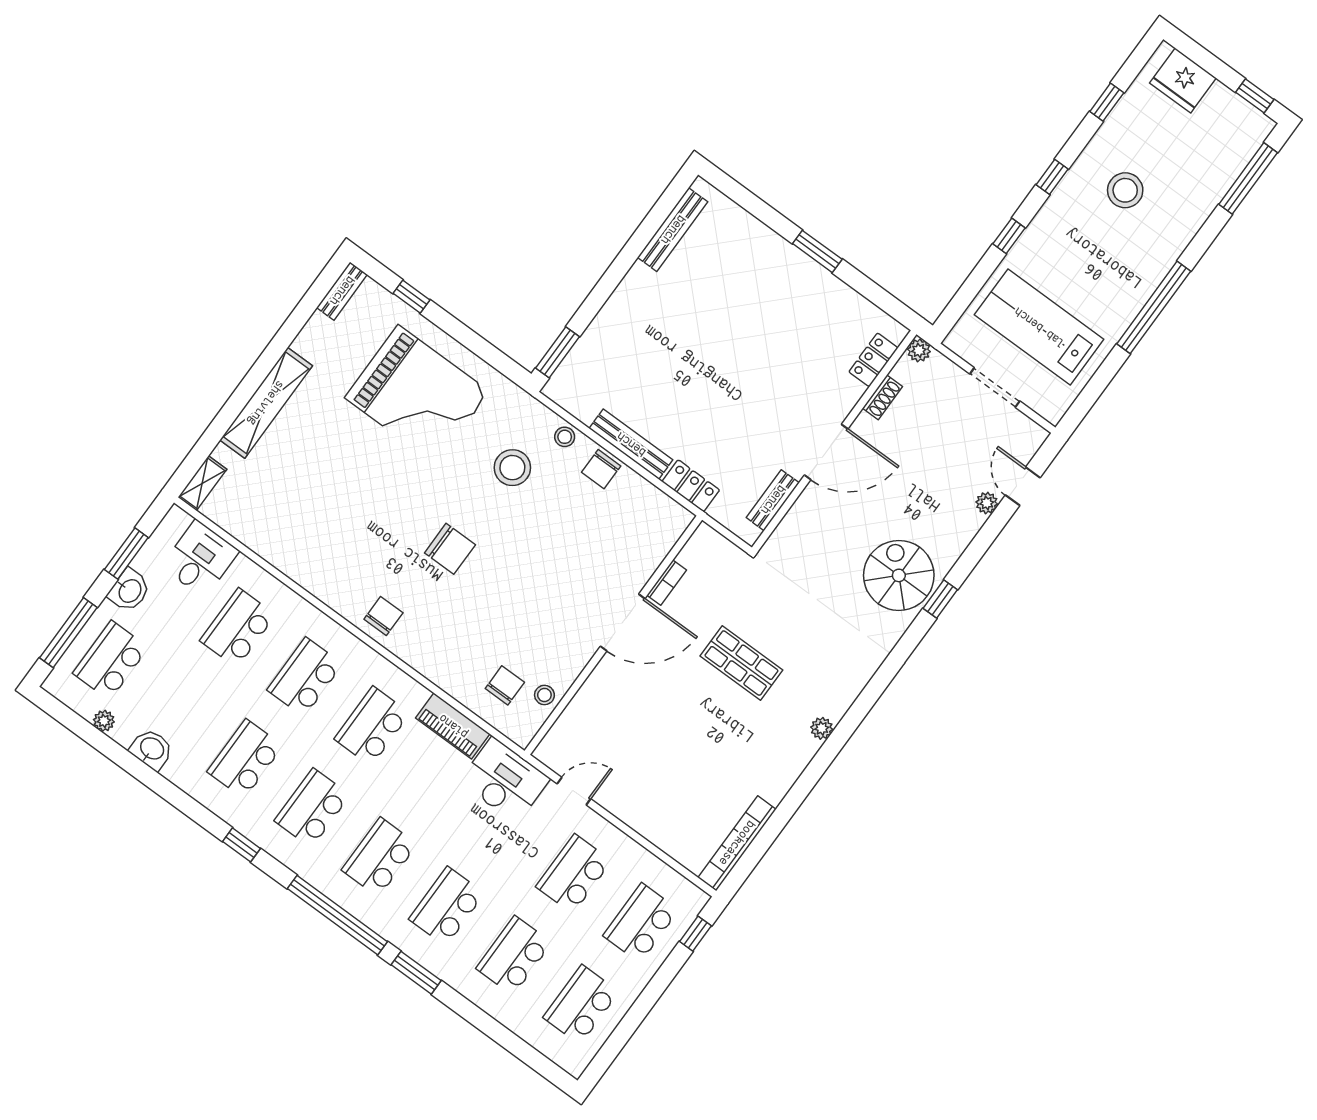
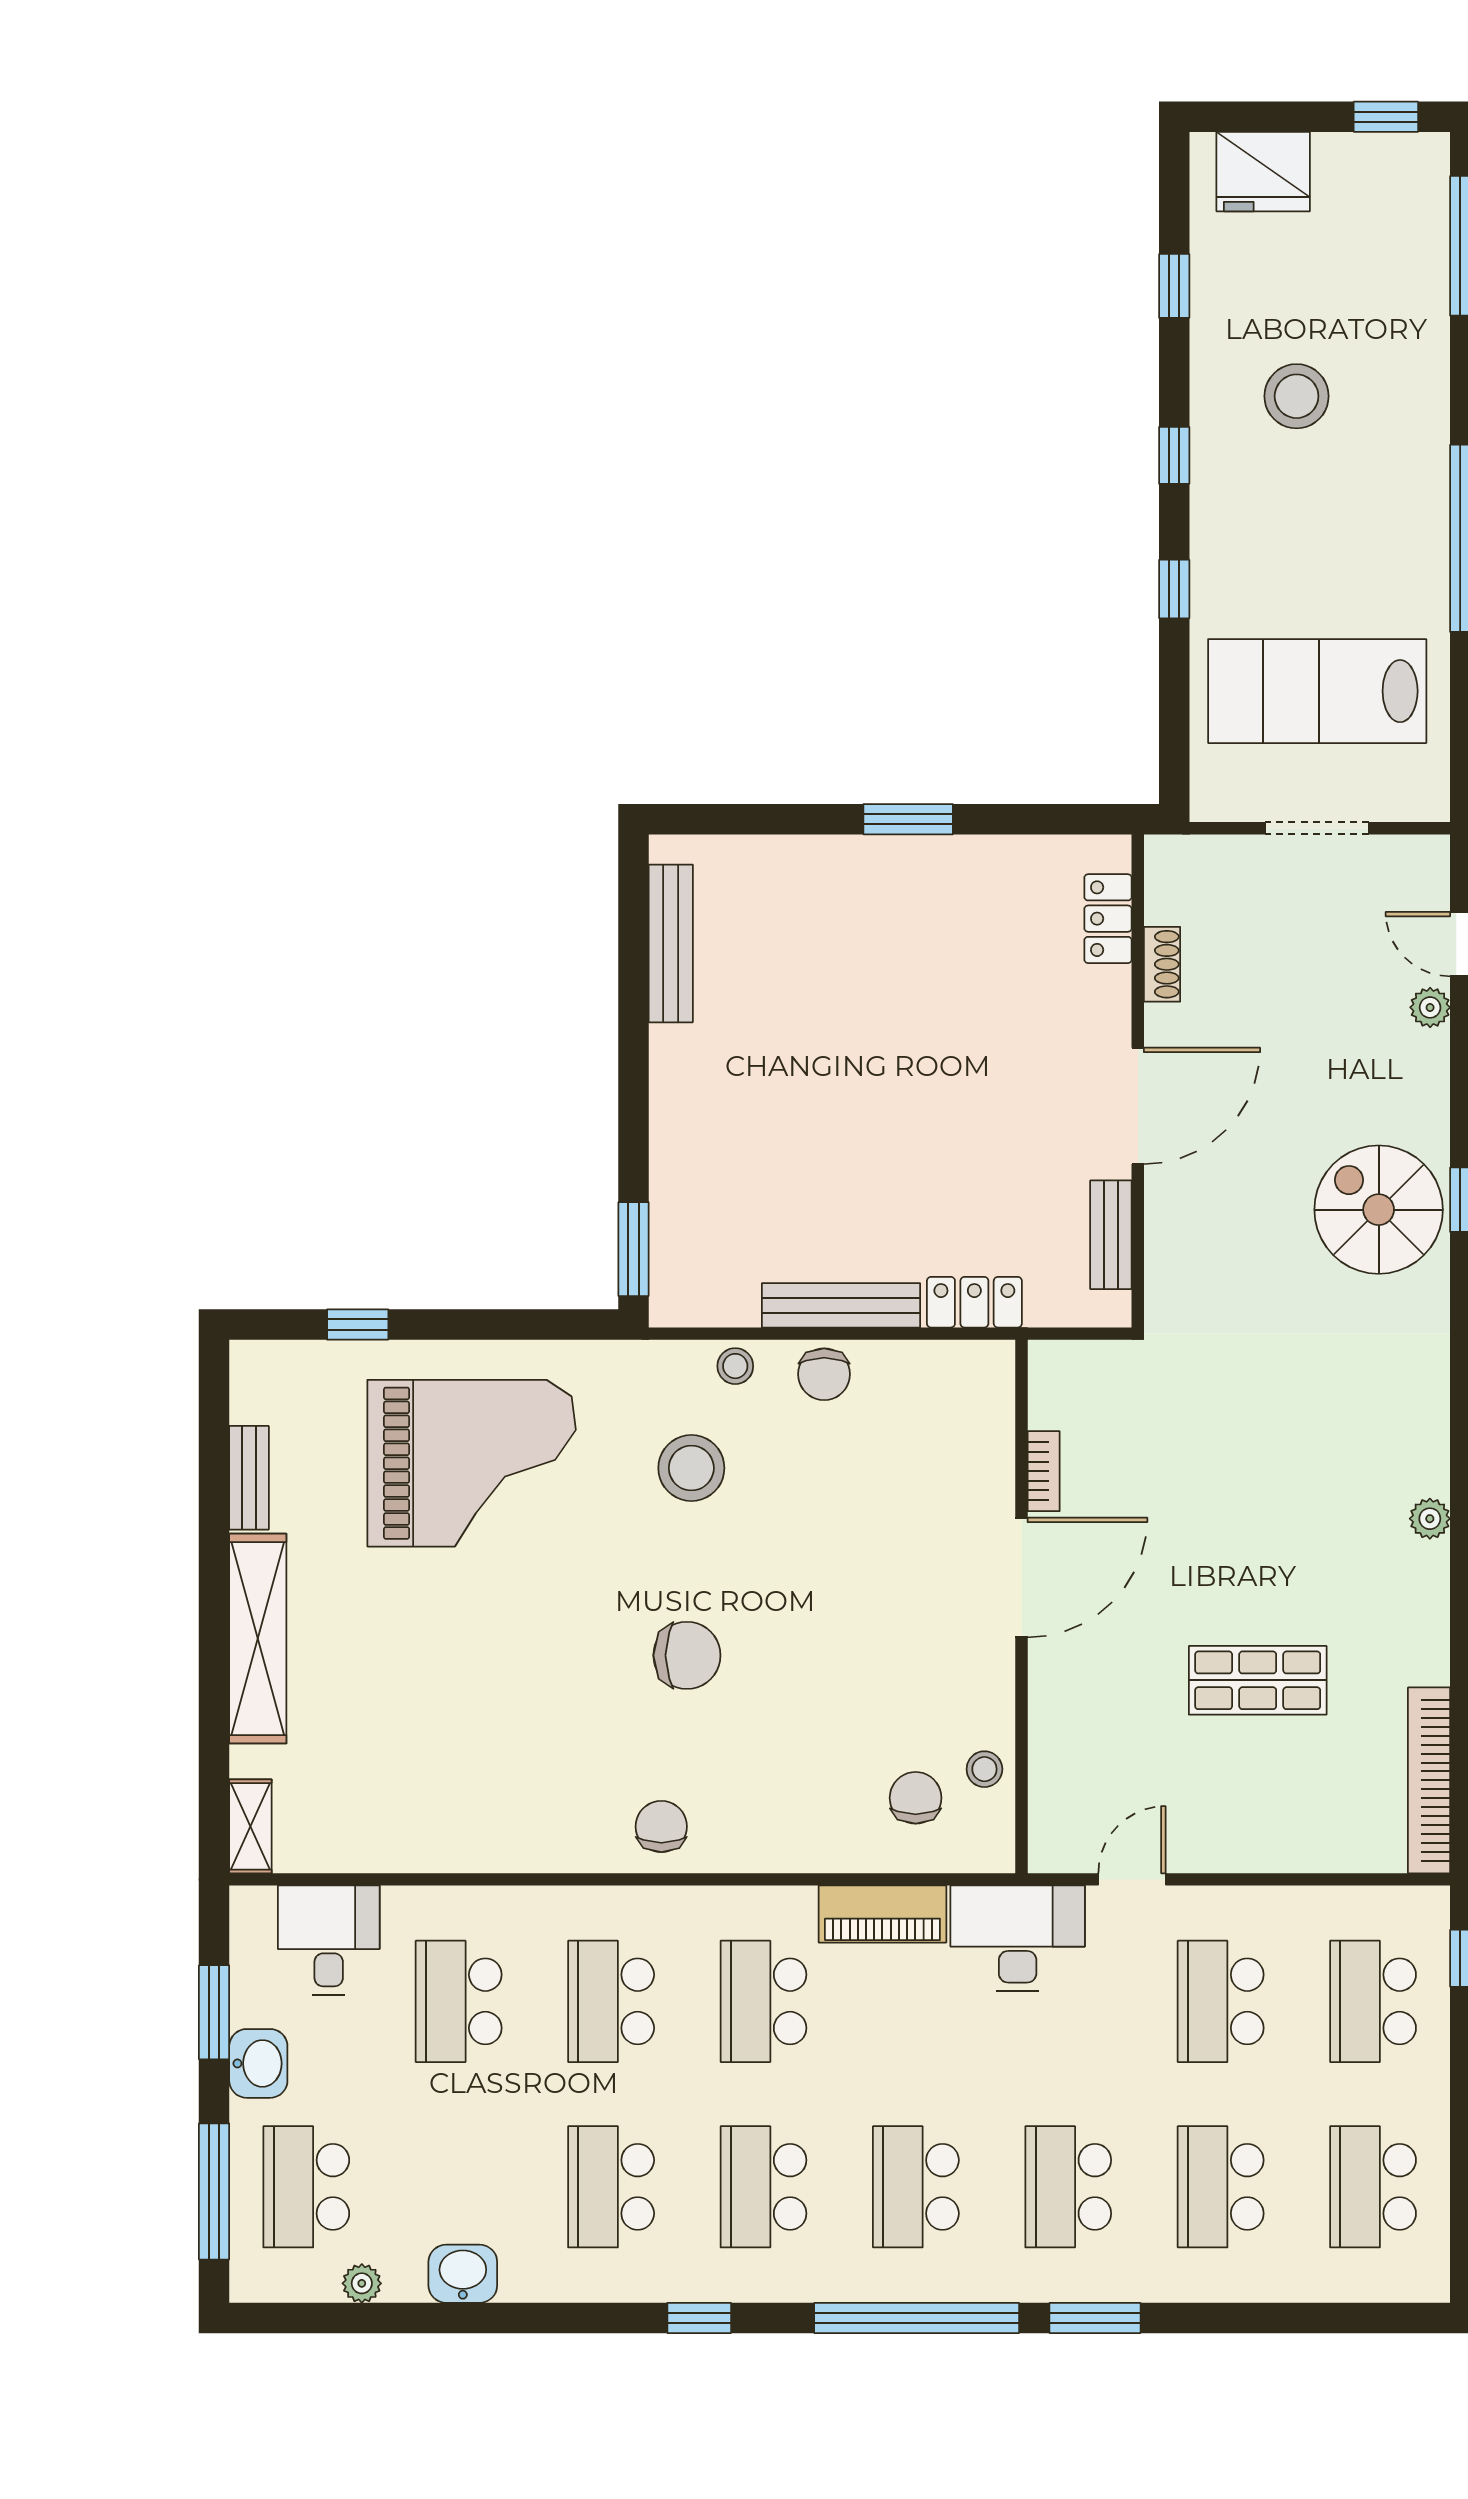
bench: (342, 291) -> (249, 1478), moved
plant: (919, 350) -> (1165, 856), removed
shop shelf: (741, 663) -> (1258, 1680), moved

